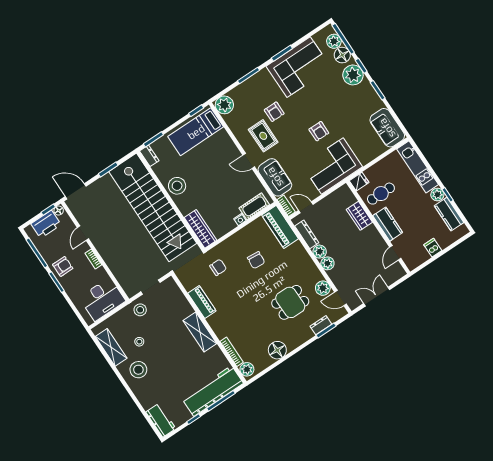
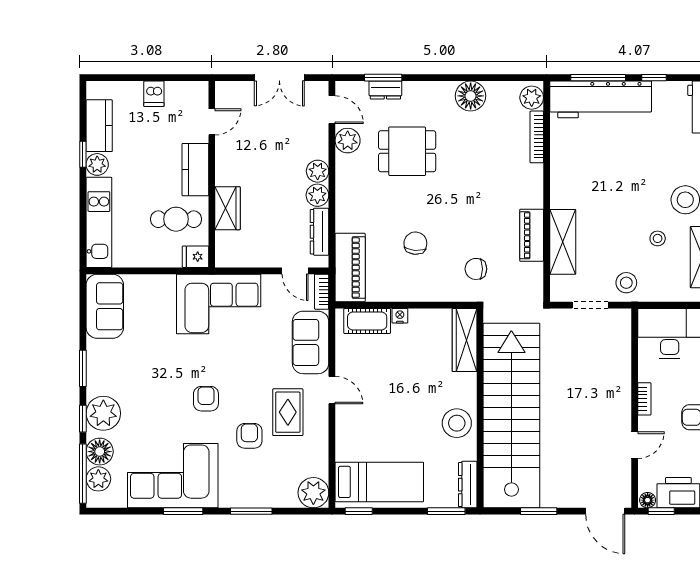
armchair: (319, 131) -> (206, 399), moved
dresser: (149, 156) -> (468, 485), width x1.44
shelving: (200, 332) -> (563, 242), moved

